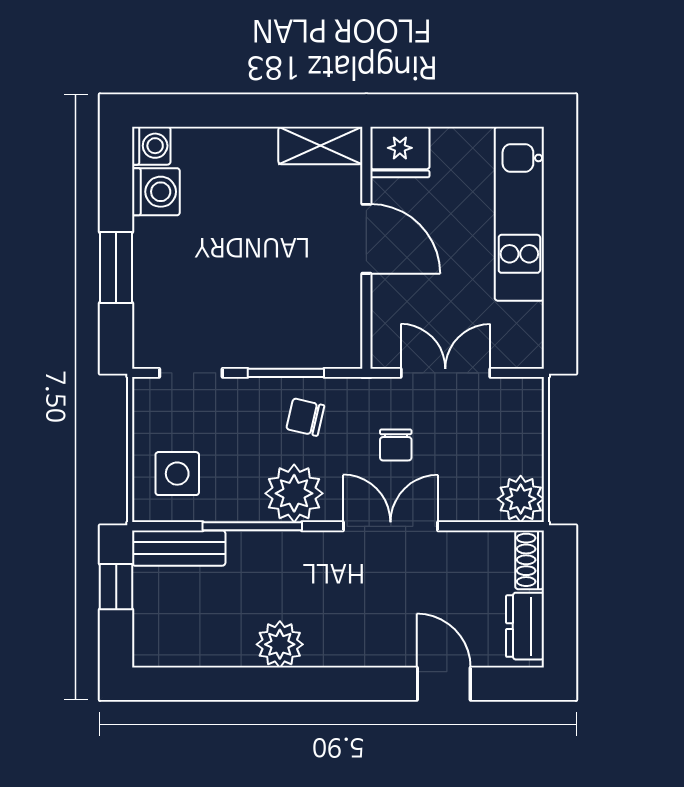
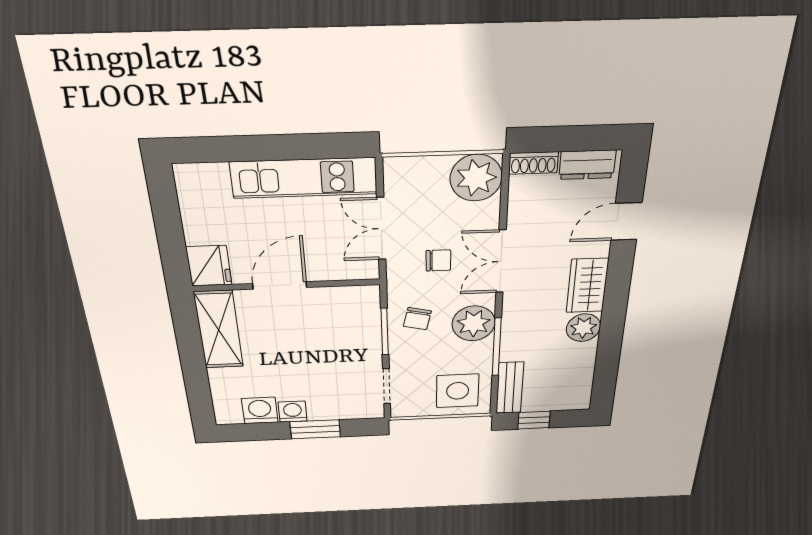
shelving: (320, 145) -> (219, 330), width x1.50, depth x1.33
washing machine: (151, 146) -> (293, 412), moved
kitchen unit: (519, 214) -> (304, 178), moved
side table: (177, 474) -> (458, 391), width x1.37, depth x1.37
plant: (521, 499) -> (476, 178), width x1.36, depth x1.36
wardrobe: (349, 643) -> (587, 286), added

